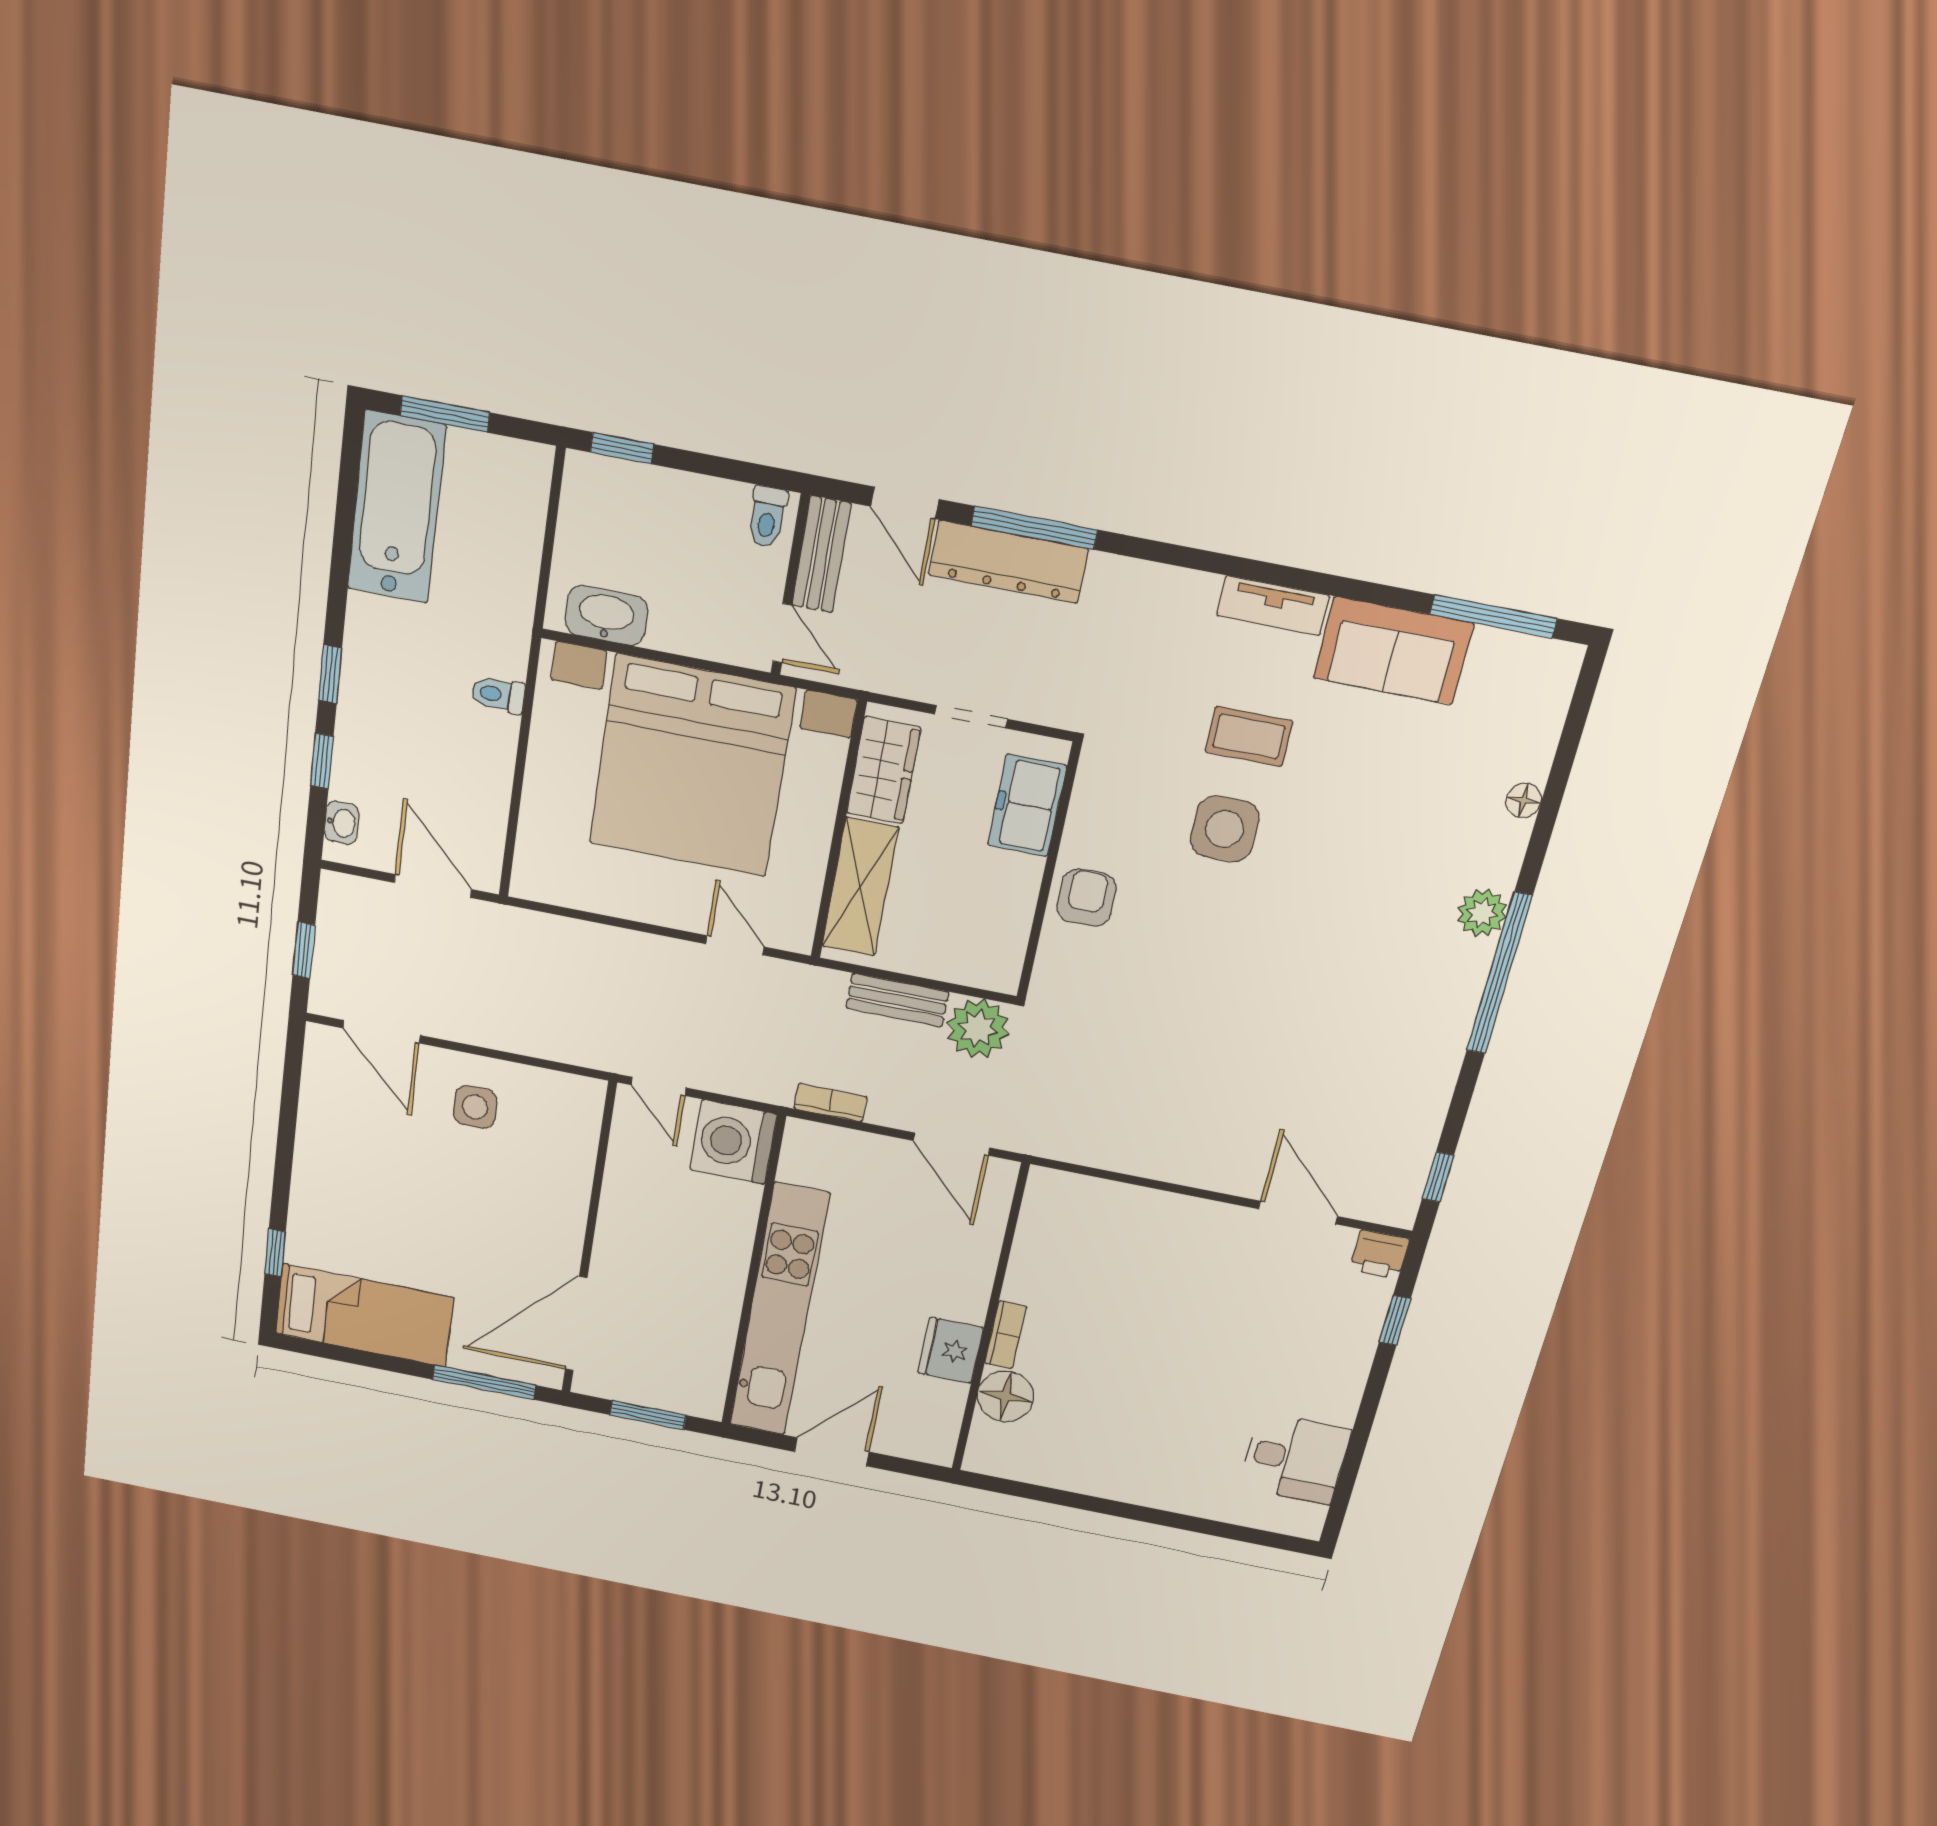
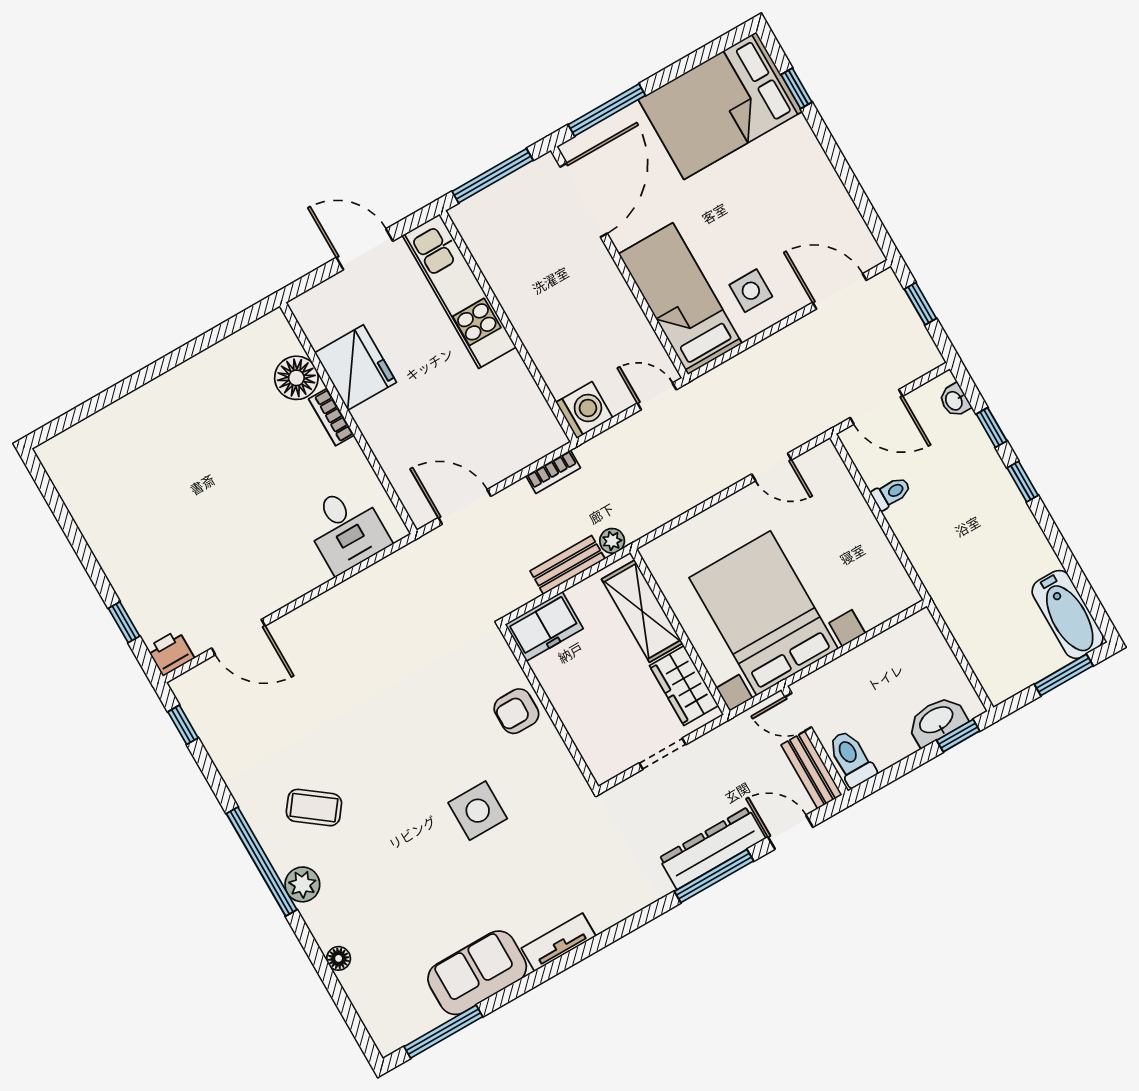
bathtub: (397, 508) -> (1068, 614), width x0.73, depth x0.73
toilet: (767, 517) -> (851, 758), width x1.37, depth x1.39
washbasin: (606, 616) -> (937, 721), moved, turned 180
toilet: (498, 695) -> (891, 493), moved
coffee table: (1249, 736) -> (314, 808), moved, turned 37
bed with nightstands: (692, 766) -> (764, 613), width x0.73
freezer: (1027, 805) -> (544, 626), moved, turned 90
armchair: (1086, 898) -> (516, 711), turned 90
door: (735, 945) -> (772, 467), moved
plant: (978, 1029) -> (612, 541), moved, width x0.53, depth x0.53
washing machine: (734, 1142) -> (584, 410), width x0.73, depth x0.73
bed: (555, 1158) -> (680, 299), added
kitchen unit: (779, 1311) -> (459, 291), width x0.73
bed: (364, 1316) -> (720, 106), width x1.50
fridge: (950, 1350) -> (356, 368), width x1.36, depth x1.34
window: (648, 1415) -> (493, 176), width x1.44
door: (832, 1452) -> (365, 249), swing flipped
desk: (1295, 1459) -> (346, 529), moved, turned -90

